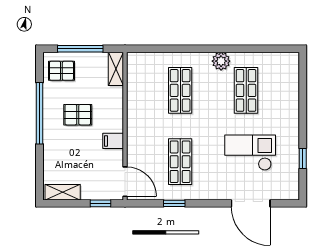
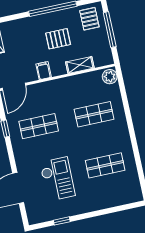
plant: (221, 61) -> (110, 77), moved
shelving: (116, 69) -> (80, 65), moved
pallet: (78, 115) -> (58, 39), turned 90

